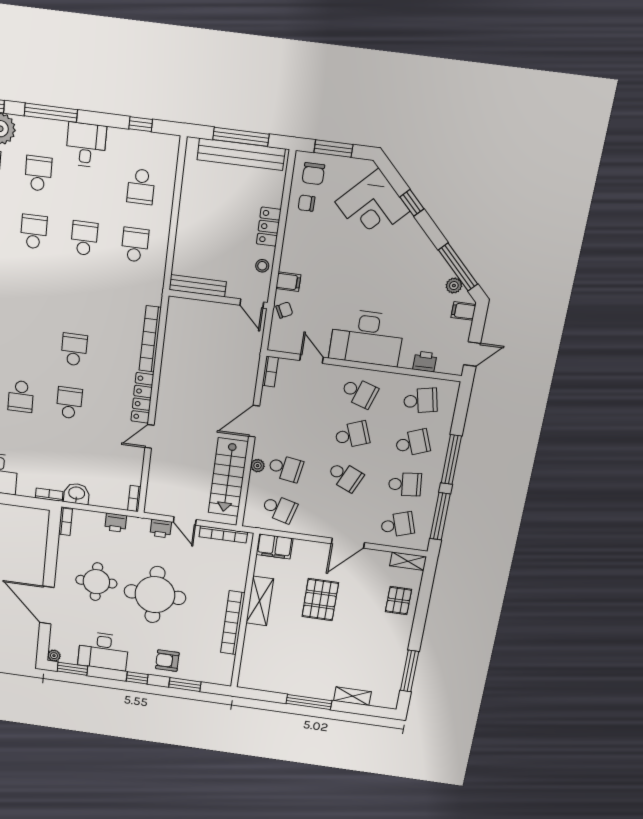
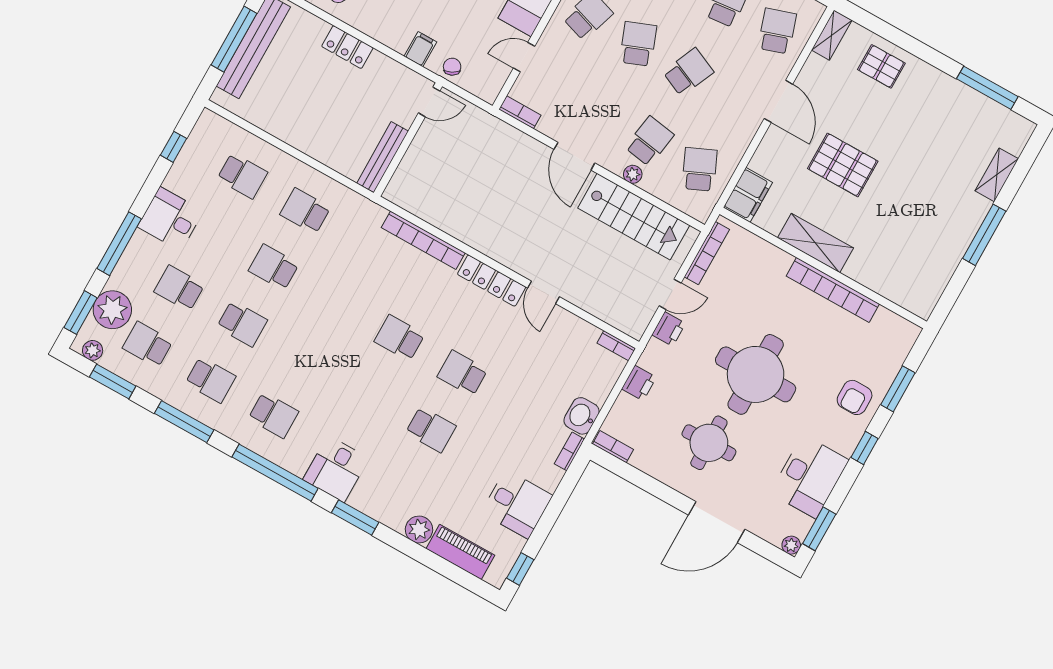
school desk: (34, 232) -> (242, 324), turned 180
stool: (262, 266) -> (390, 72), removed
school desk: (279, 509) -> (700, 169), turned -39

